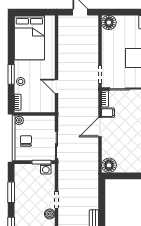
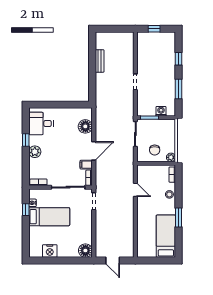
bed: (29, 38) -> (166, 236), width x0.67
window: (11, 74) -> (178, 217), moved
chair: (26, 141) -> (155, 150), moved
floor lamp: (109, 165) -> (85, 126), moved
washing machine: (46, 169) -> (161, 111), moved
boiler: (50, 214) -> (142, 68), removed

